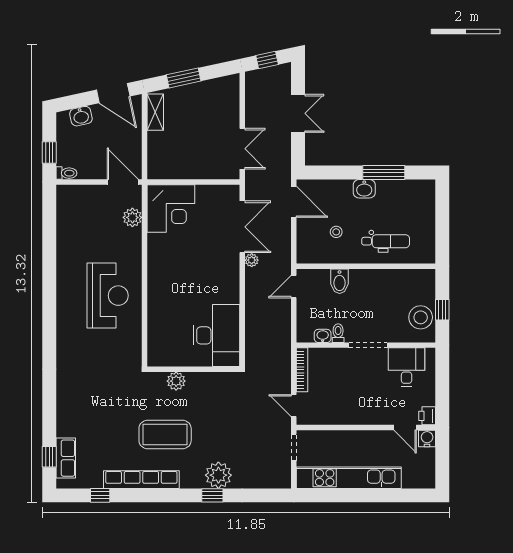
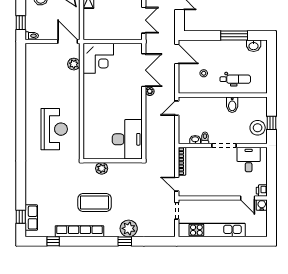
washbasin: (364, 189) -> (254, 46), moved
bidet: (340, 281) -> (232, 105), moved
reception desk: (108, 296) -> (54, 129), moved

